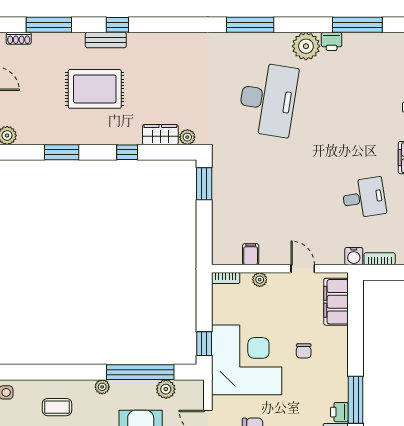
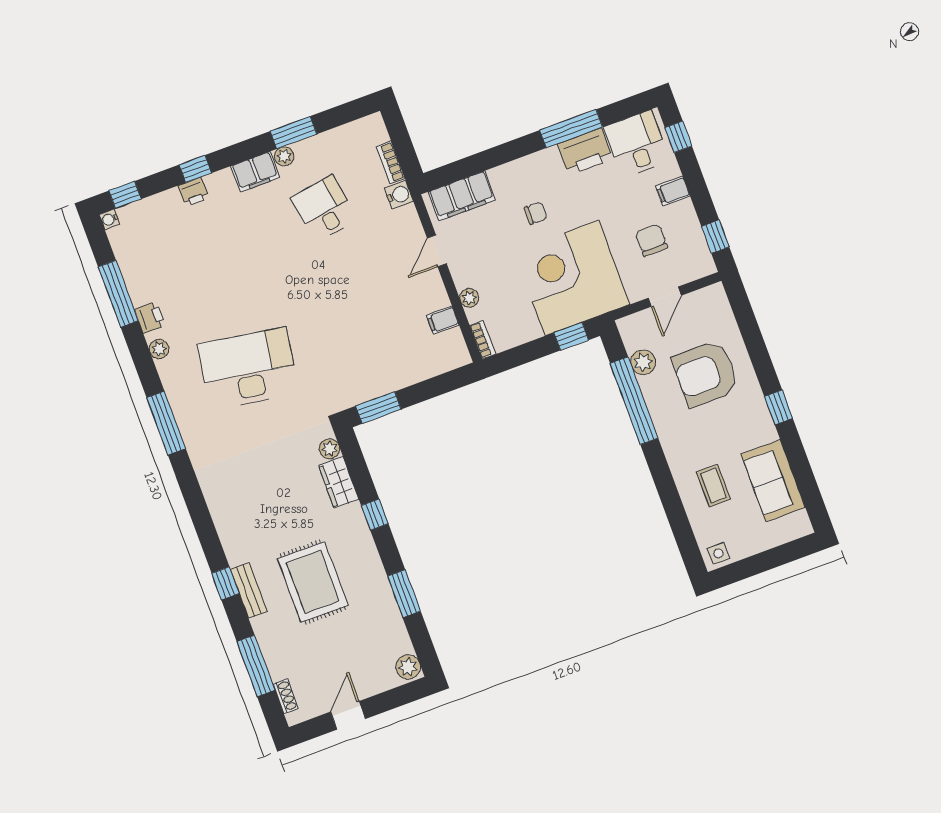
plant: (306, 46) -> (159, 349), width x0.53, depth x0.53
plant: (102, 387) -> (669, 440), removed
printer: (339, 412) -> (585, 152), width x1.87, depth x1.48

